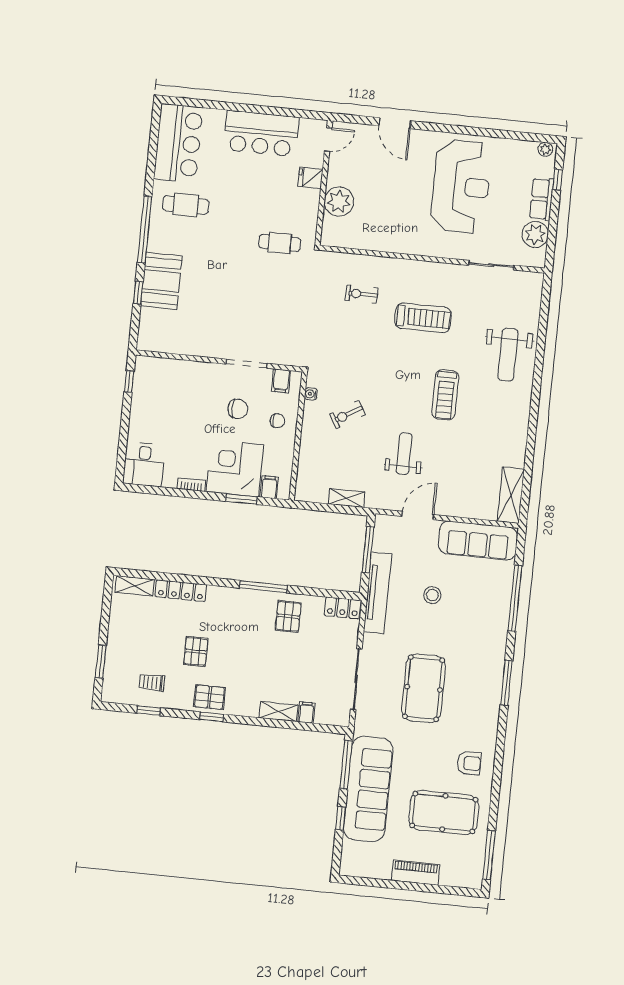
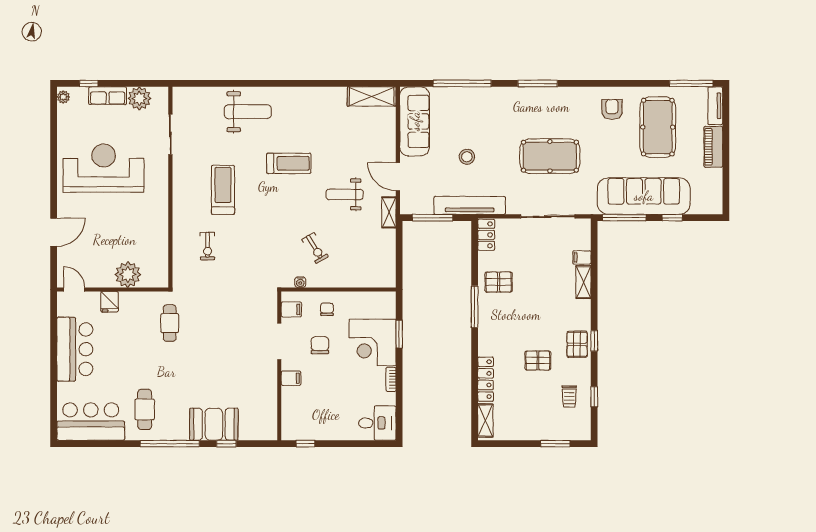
filing cabinet: (269, 487) -> (291, 378), moved, turned 180
shelving: (347, 498) -> (389, 212), moved
tv unit: (461, 879) -> (715, 106), added

